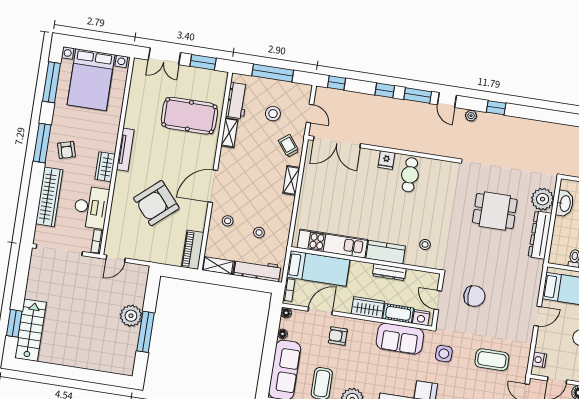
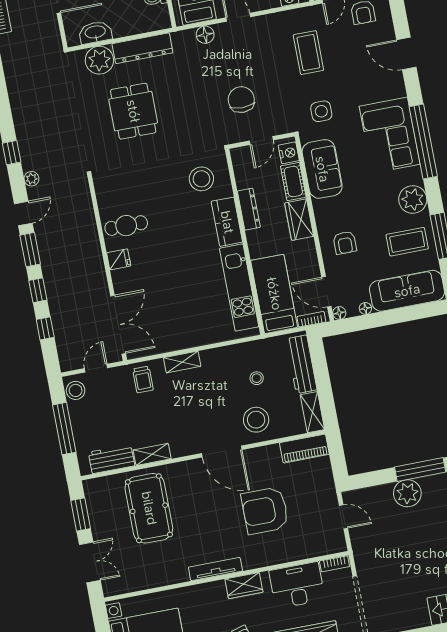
window: (337, 83) -> (45, 328), moved
stool: (273, 114) -> (76, 390), moved
trolley: (289, 146) -> (143, 379), turned -52
armchair: (156, 203) -> (265, 511), turned 131
stool: (228, 221) -> (256, 420), width x1.89, depth x1.89
stool: (425, 244) -> (201, 179), width x1.89, depth x1.89
door: (116, 259) -> (343, 517), moved
floor lamp: (533, 286) -> (205, 35), added
door: (320, 311) -> (326, 292), moved

